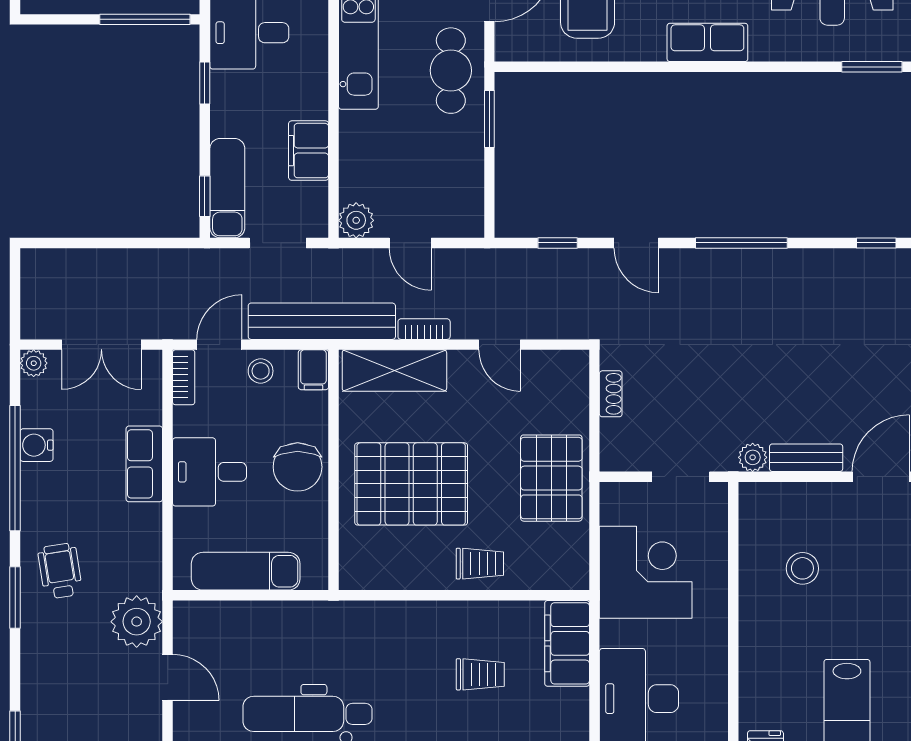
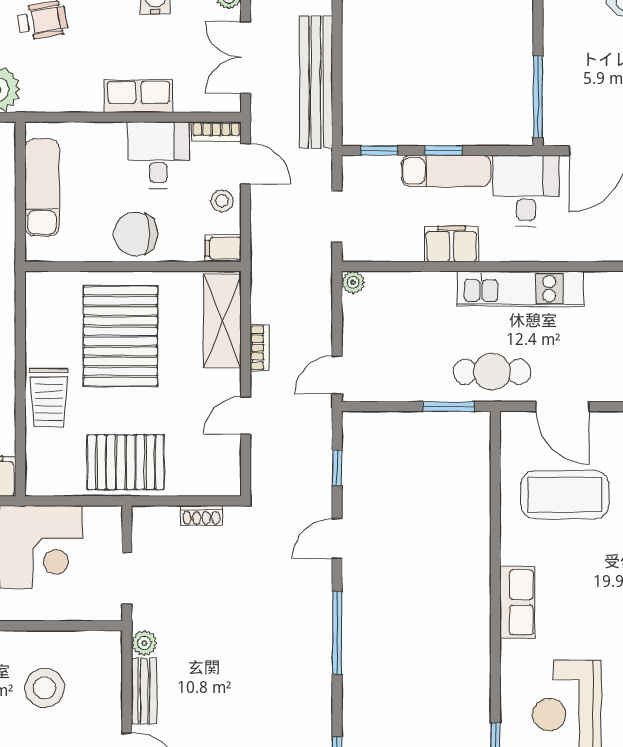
window: (205, 83) -> (443, 151), moved
filing cabinet: (309, 151) -> (451, 244), moved
exam couch: (227, 188) -> (446, 171), moved
plant: (356, 220) -> (353, 282), width x0.73, depth x0.73
door: (410, 243) -> (337, 375), moved
bench: (322, 321) -> (316, 82), moved
desk: (209, 472) -> (158, 155), moved
trolley: (480, 564) -> (49, 398), width x1.36, depth x1.39
stool: (802, 568) -> (45, 688), width x1.38, depth x1.38

